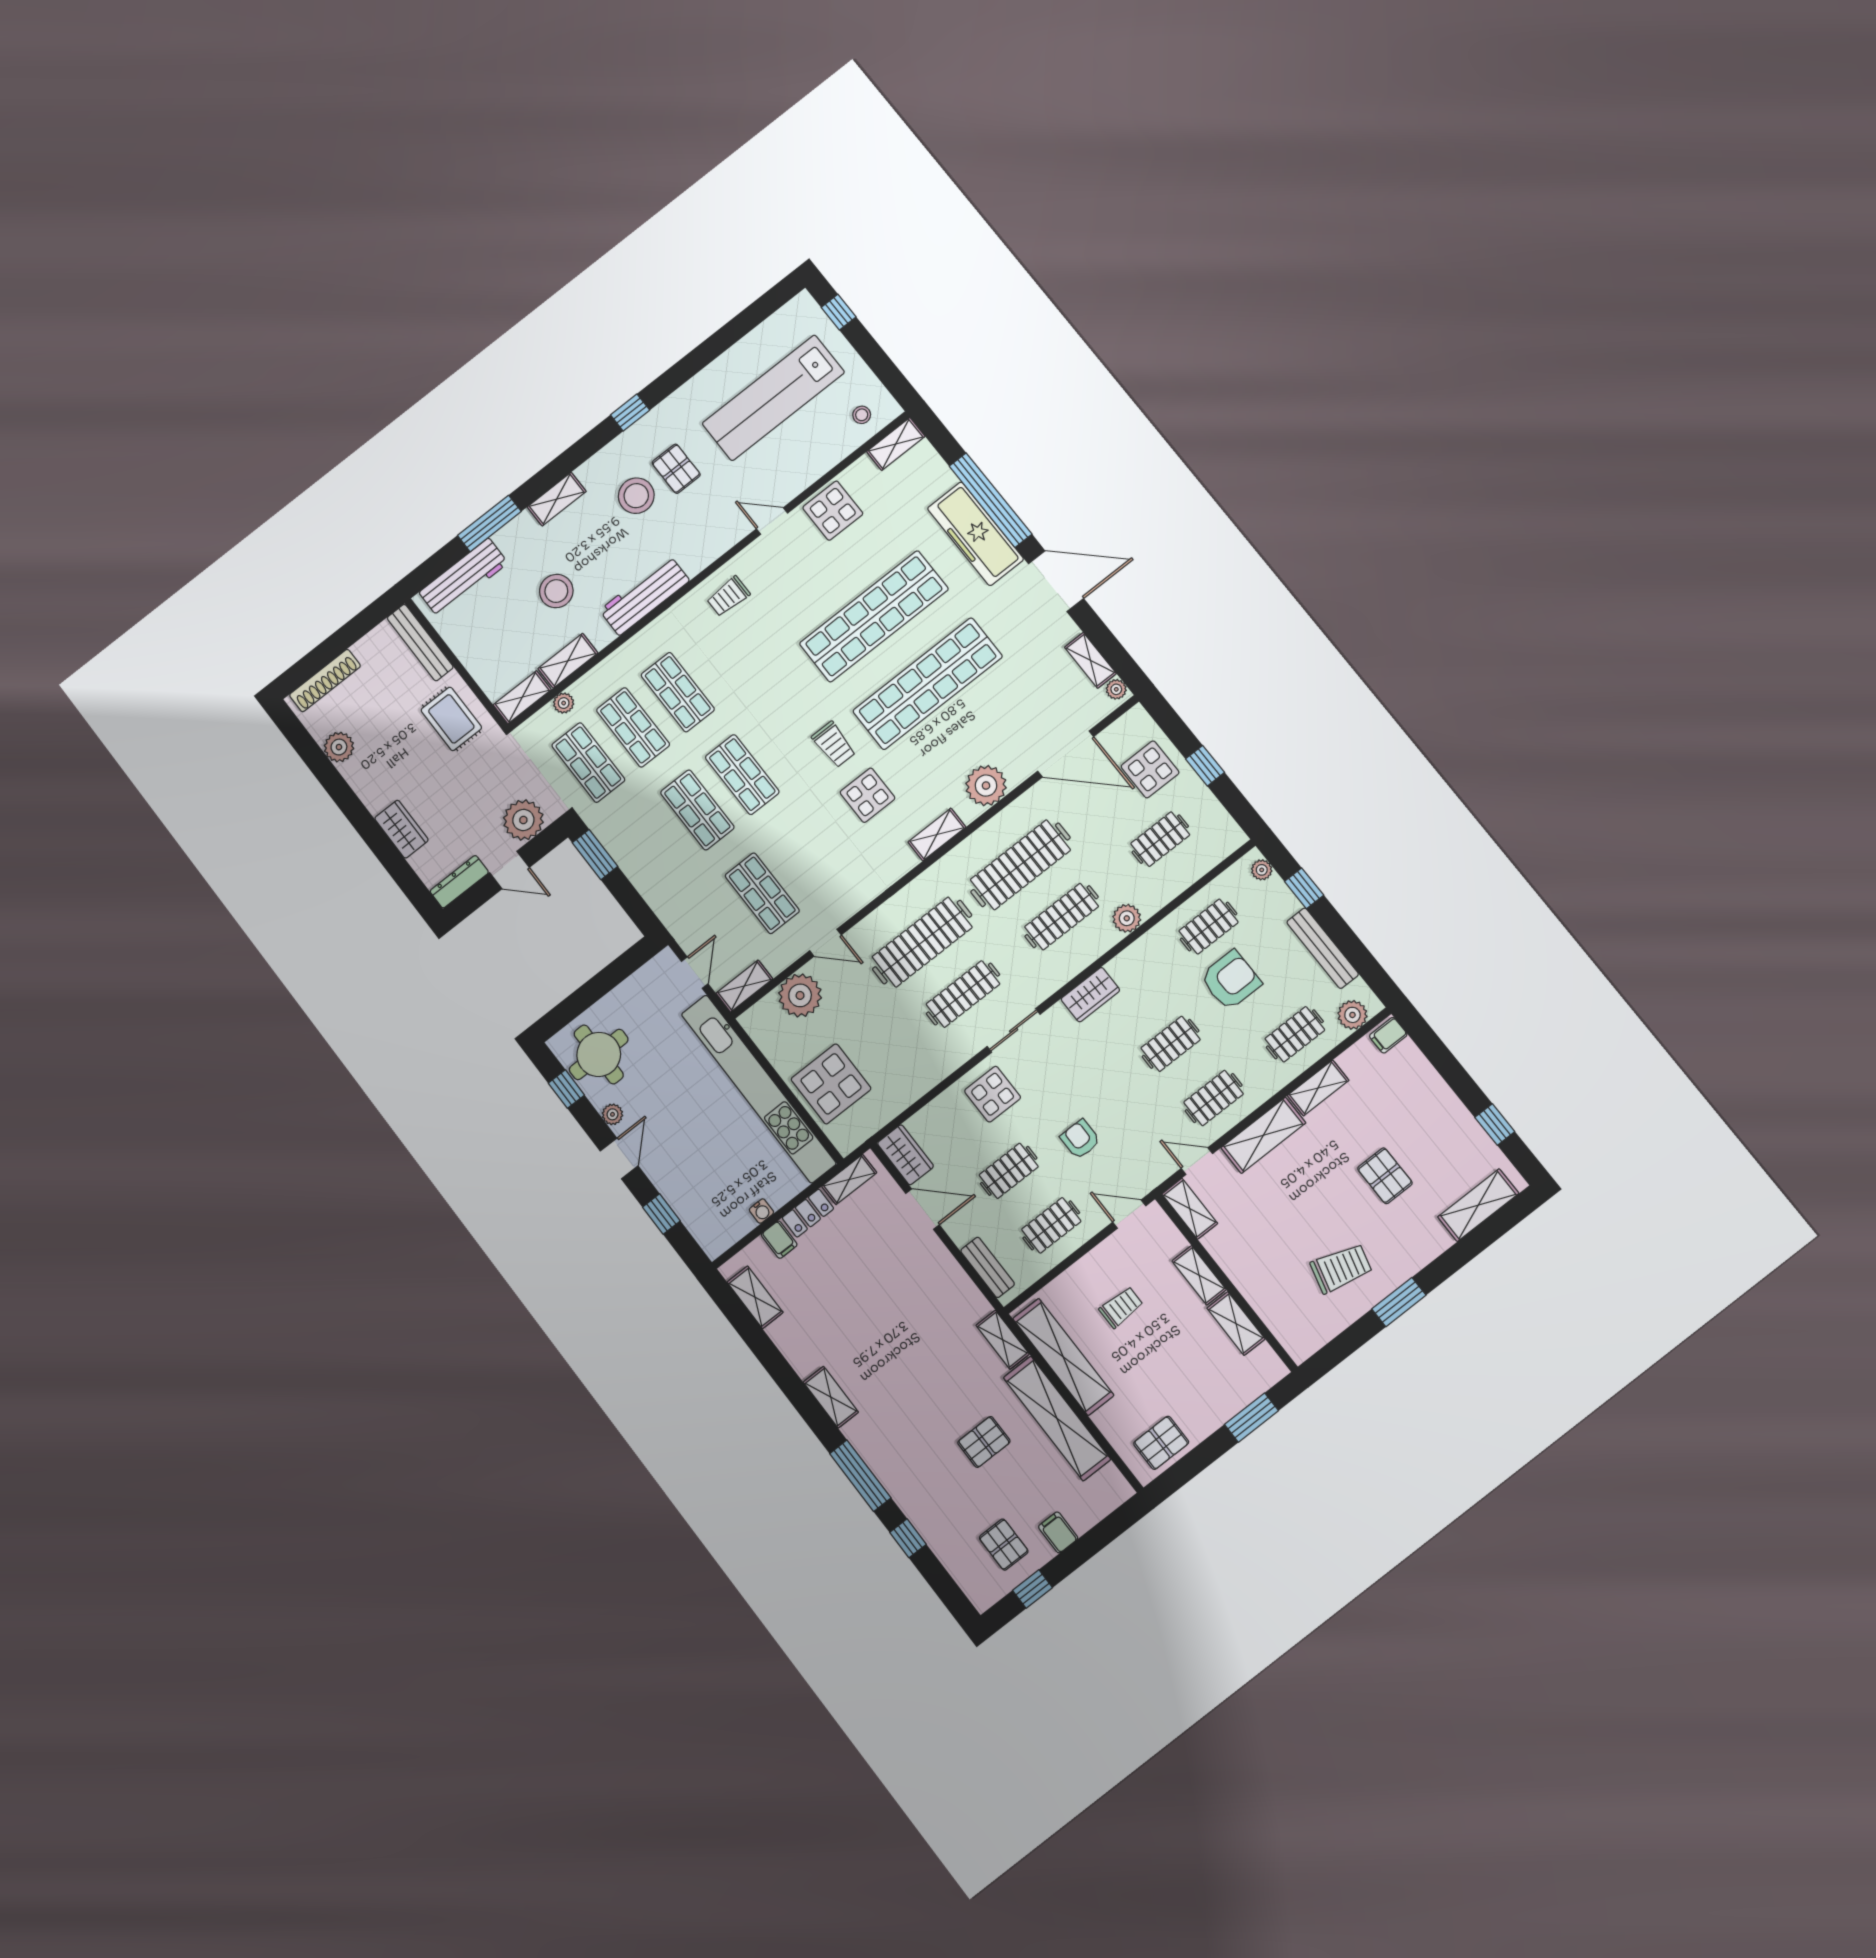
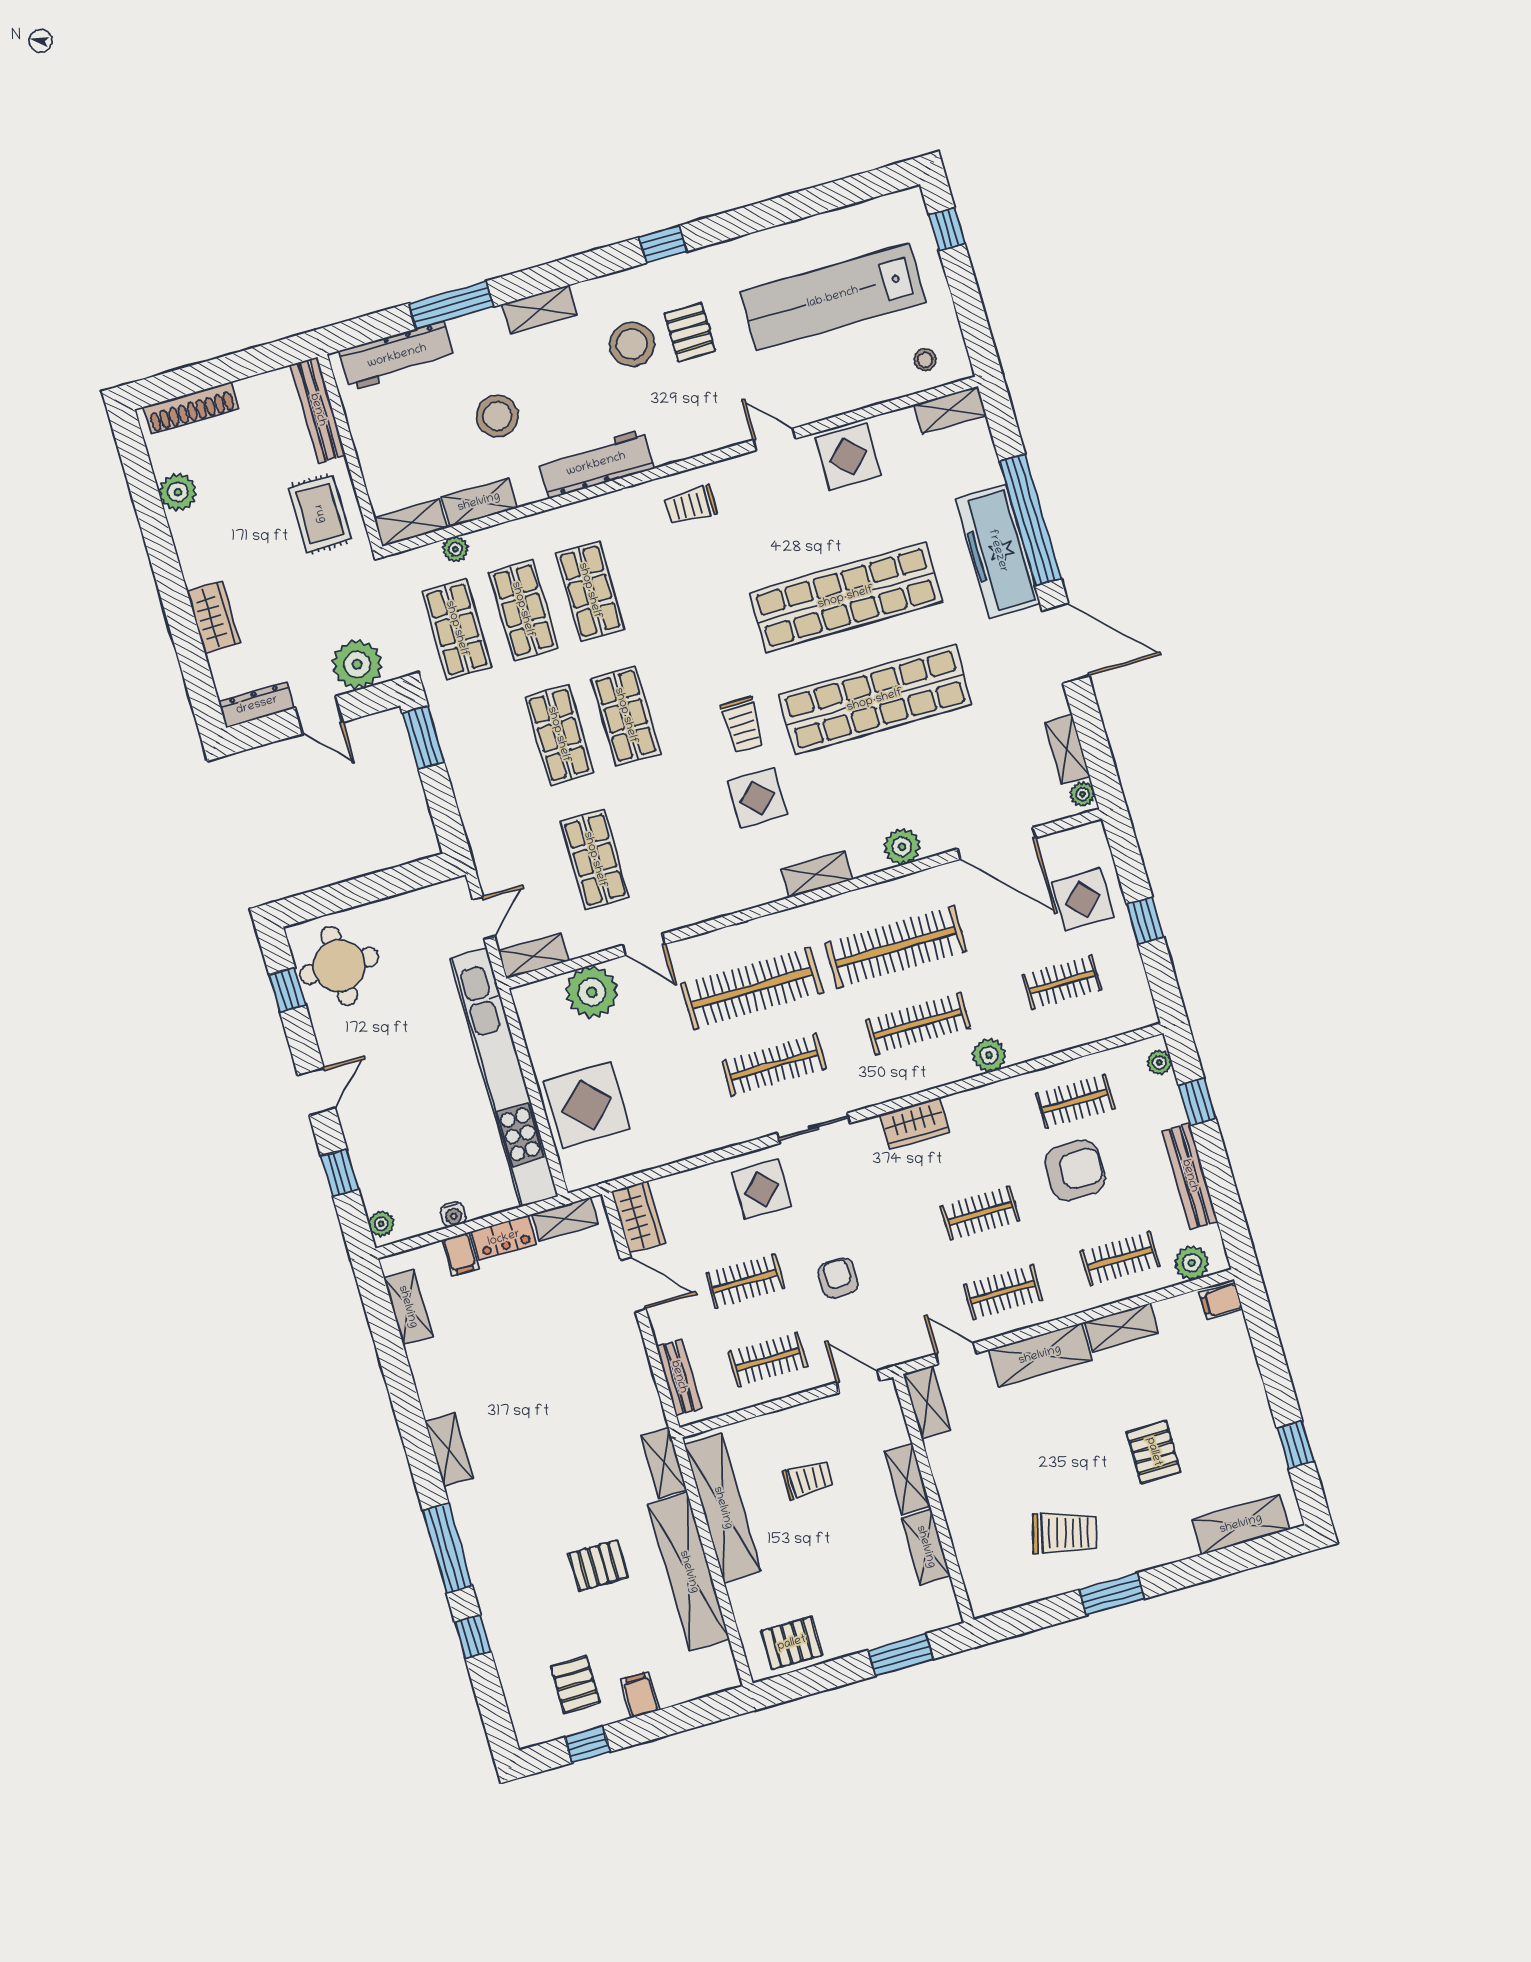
plant: (986, 786) -> (902, 847), width x0.73, depth x0.73
plant: (612, 1114) -> (381, 1224), moved

